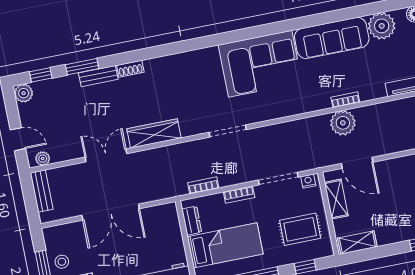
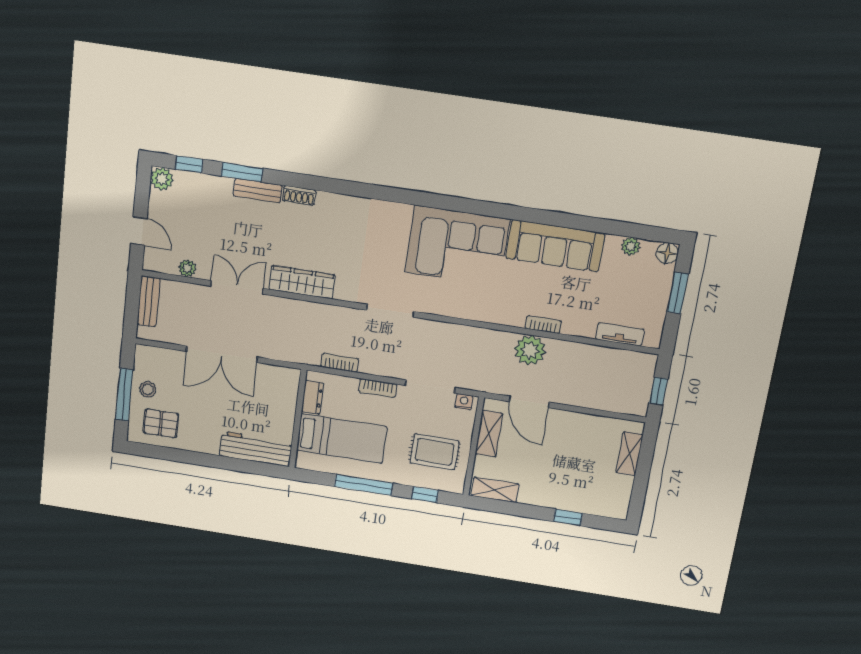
plant: (382, 26) -> (631, 246), width x0.53, depth x0.53
plant: (43, 159) -> (187, 268), moved

